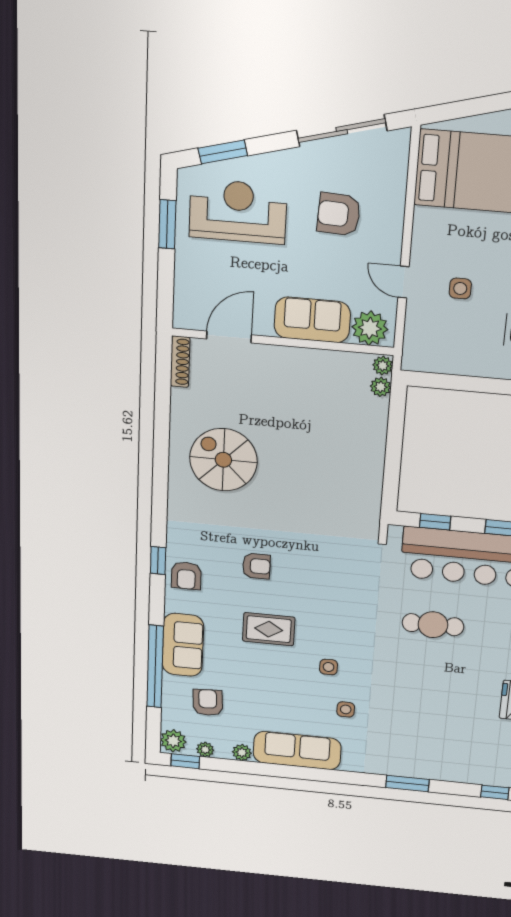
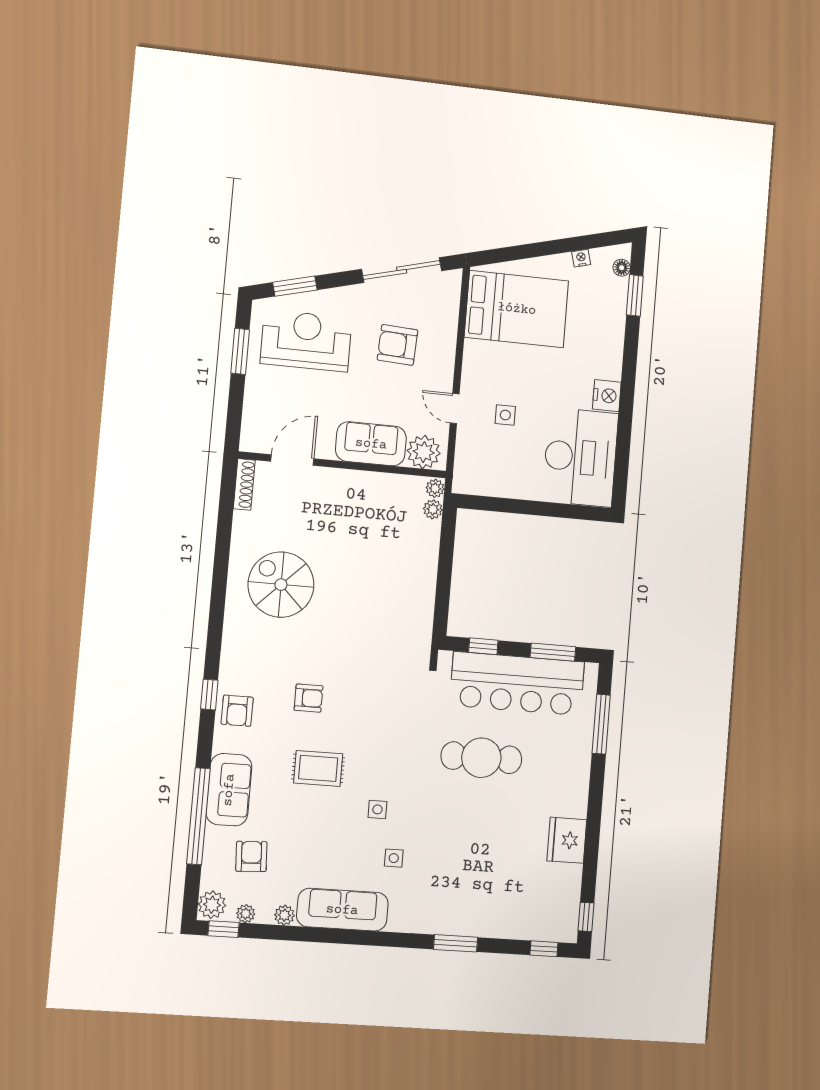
cafe table: (433, 625) -> (481, 758), width x1.37, depth x1.35

